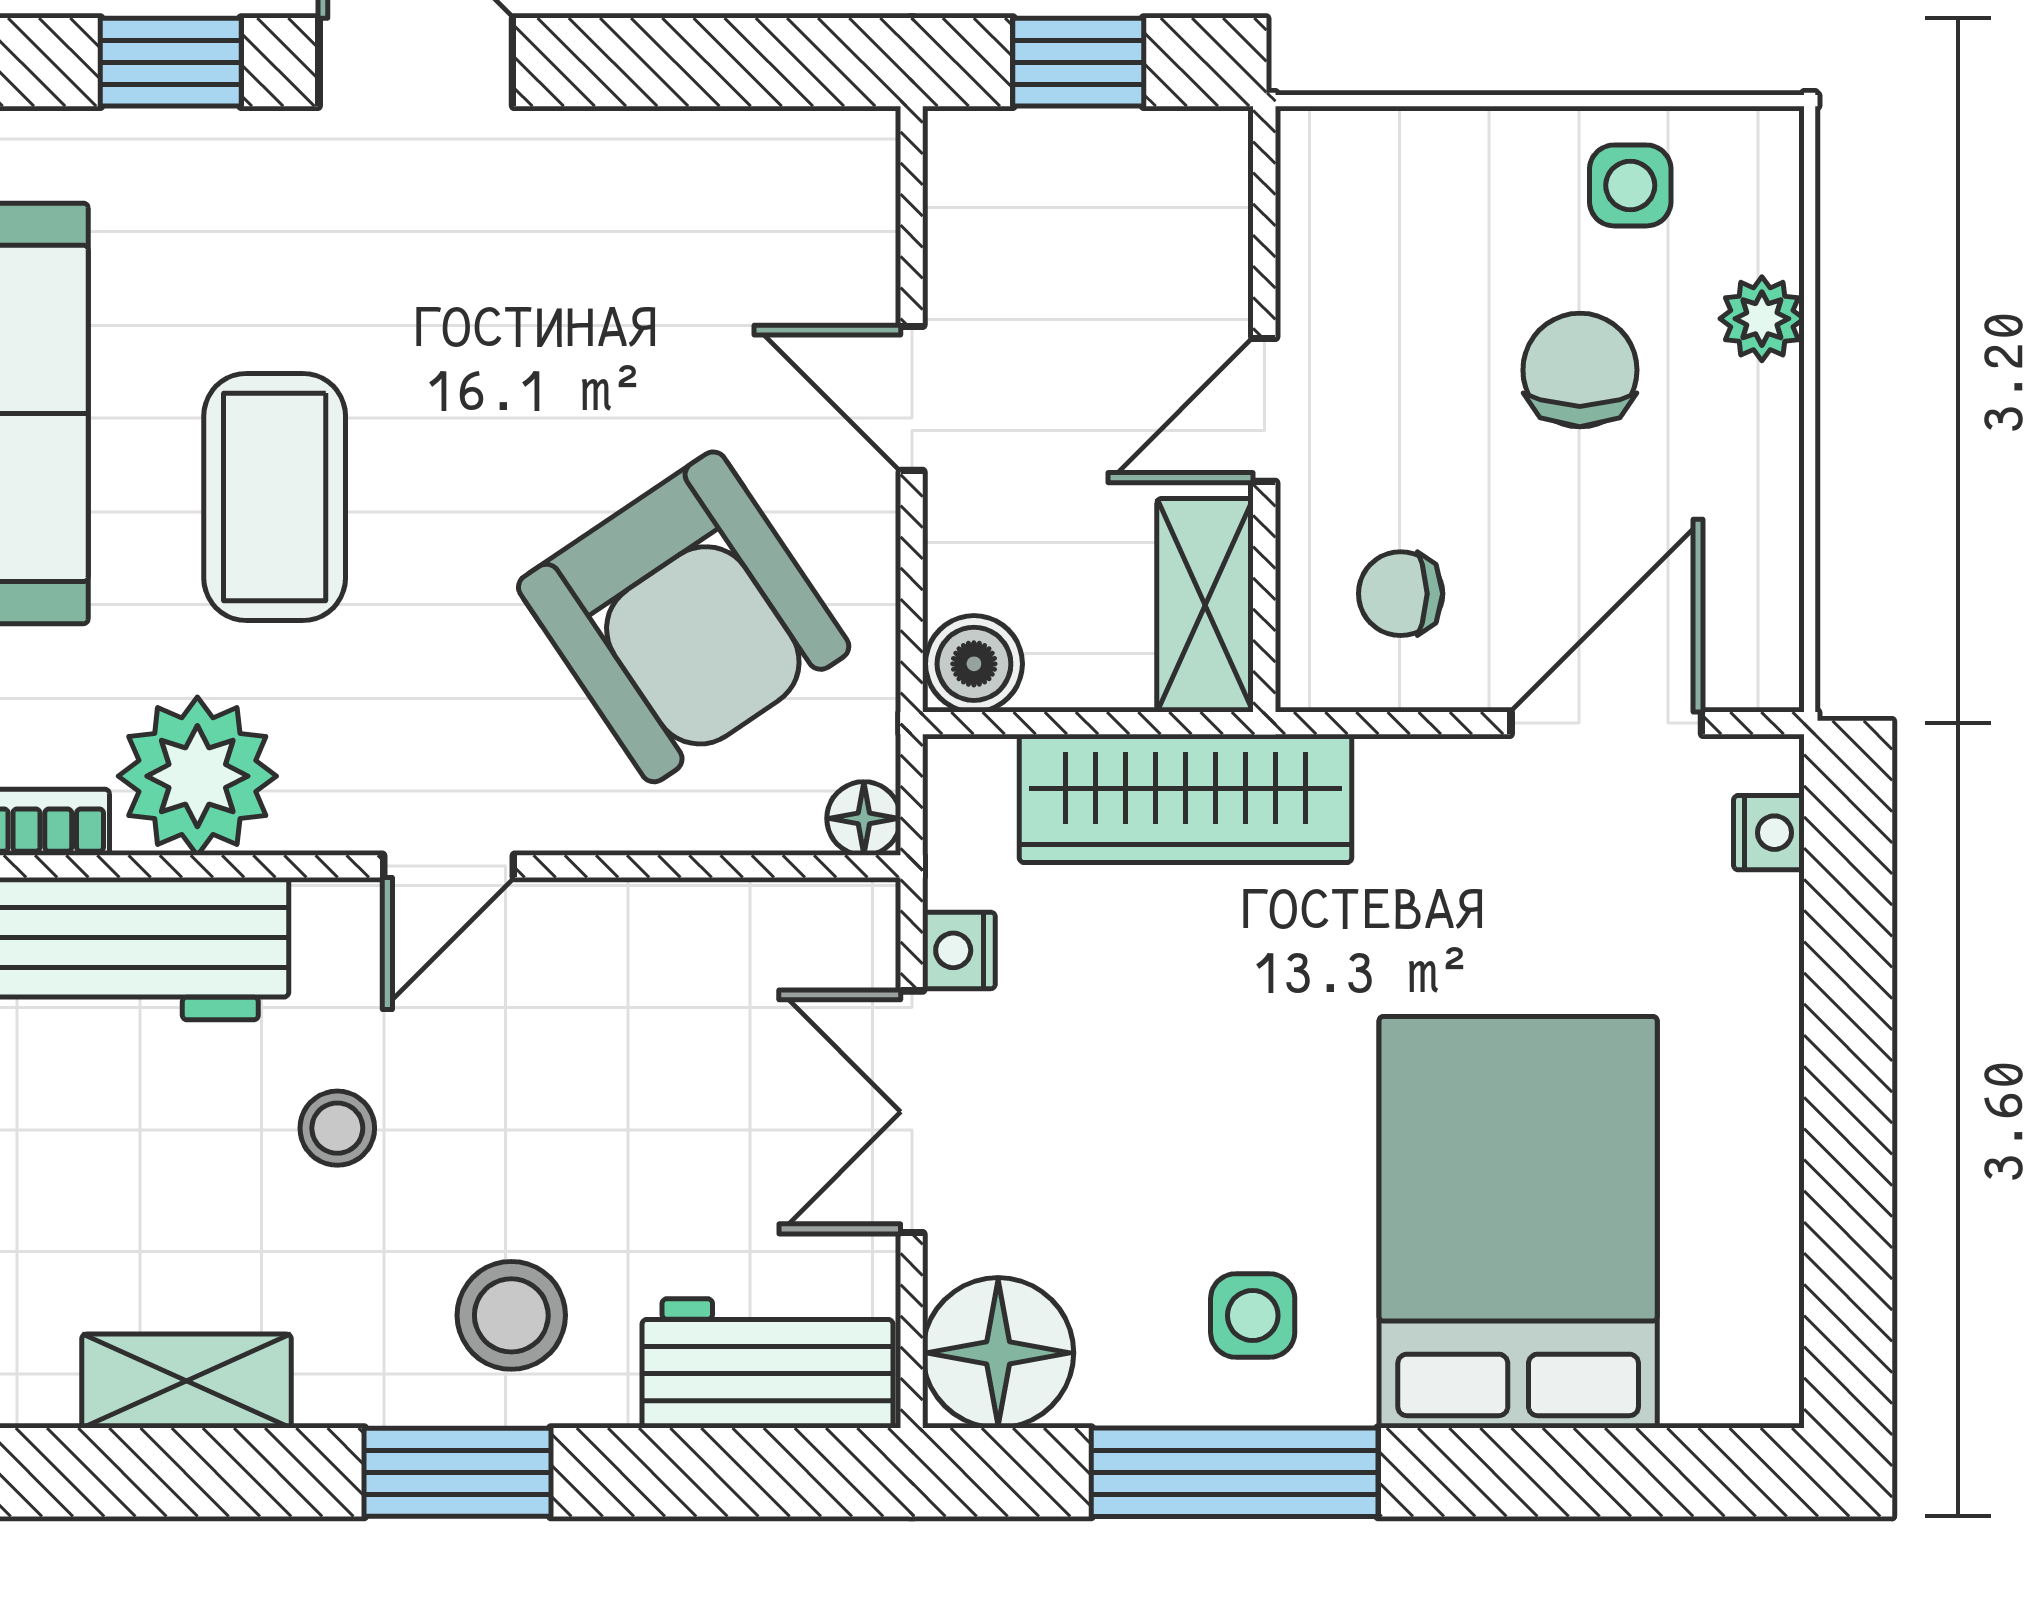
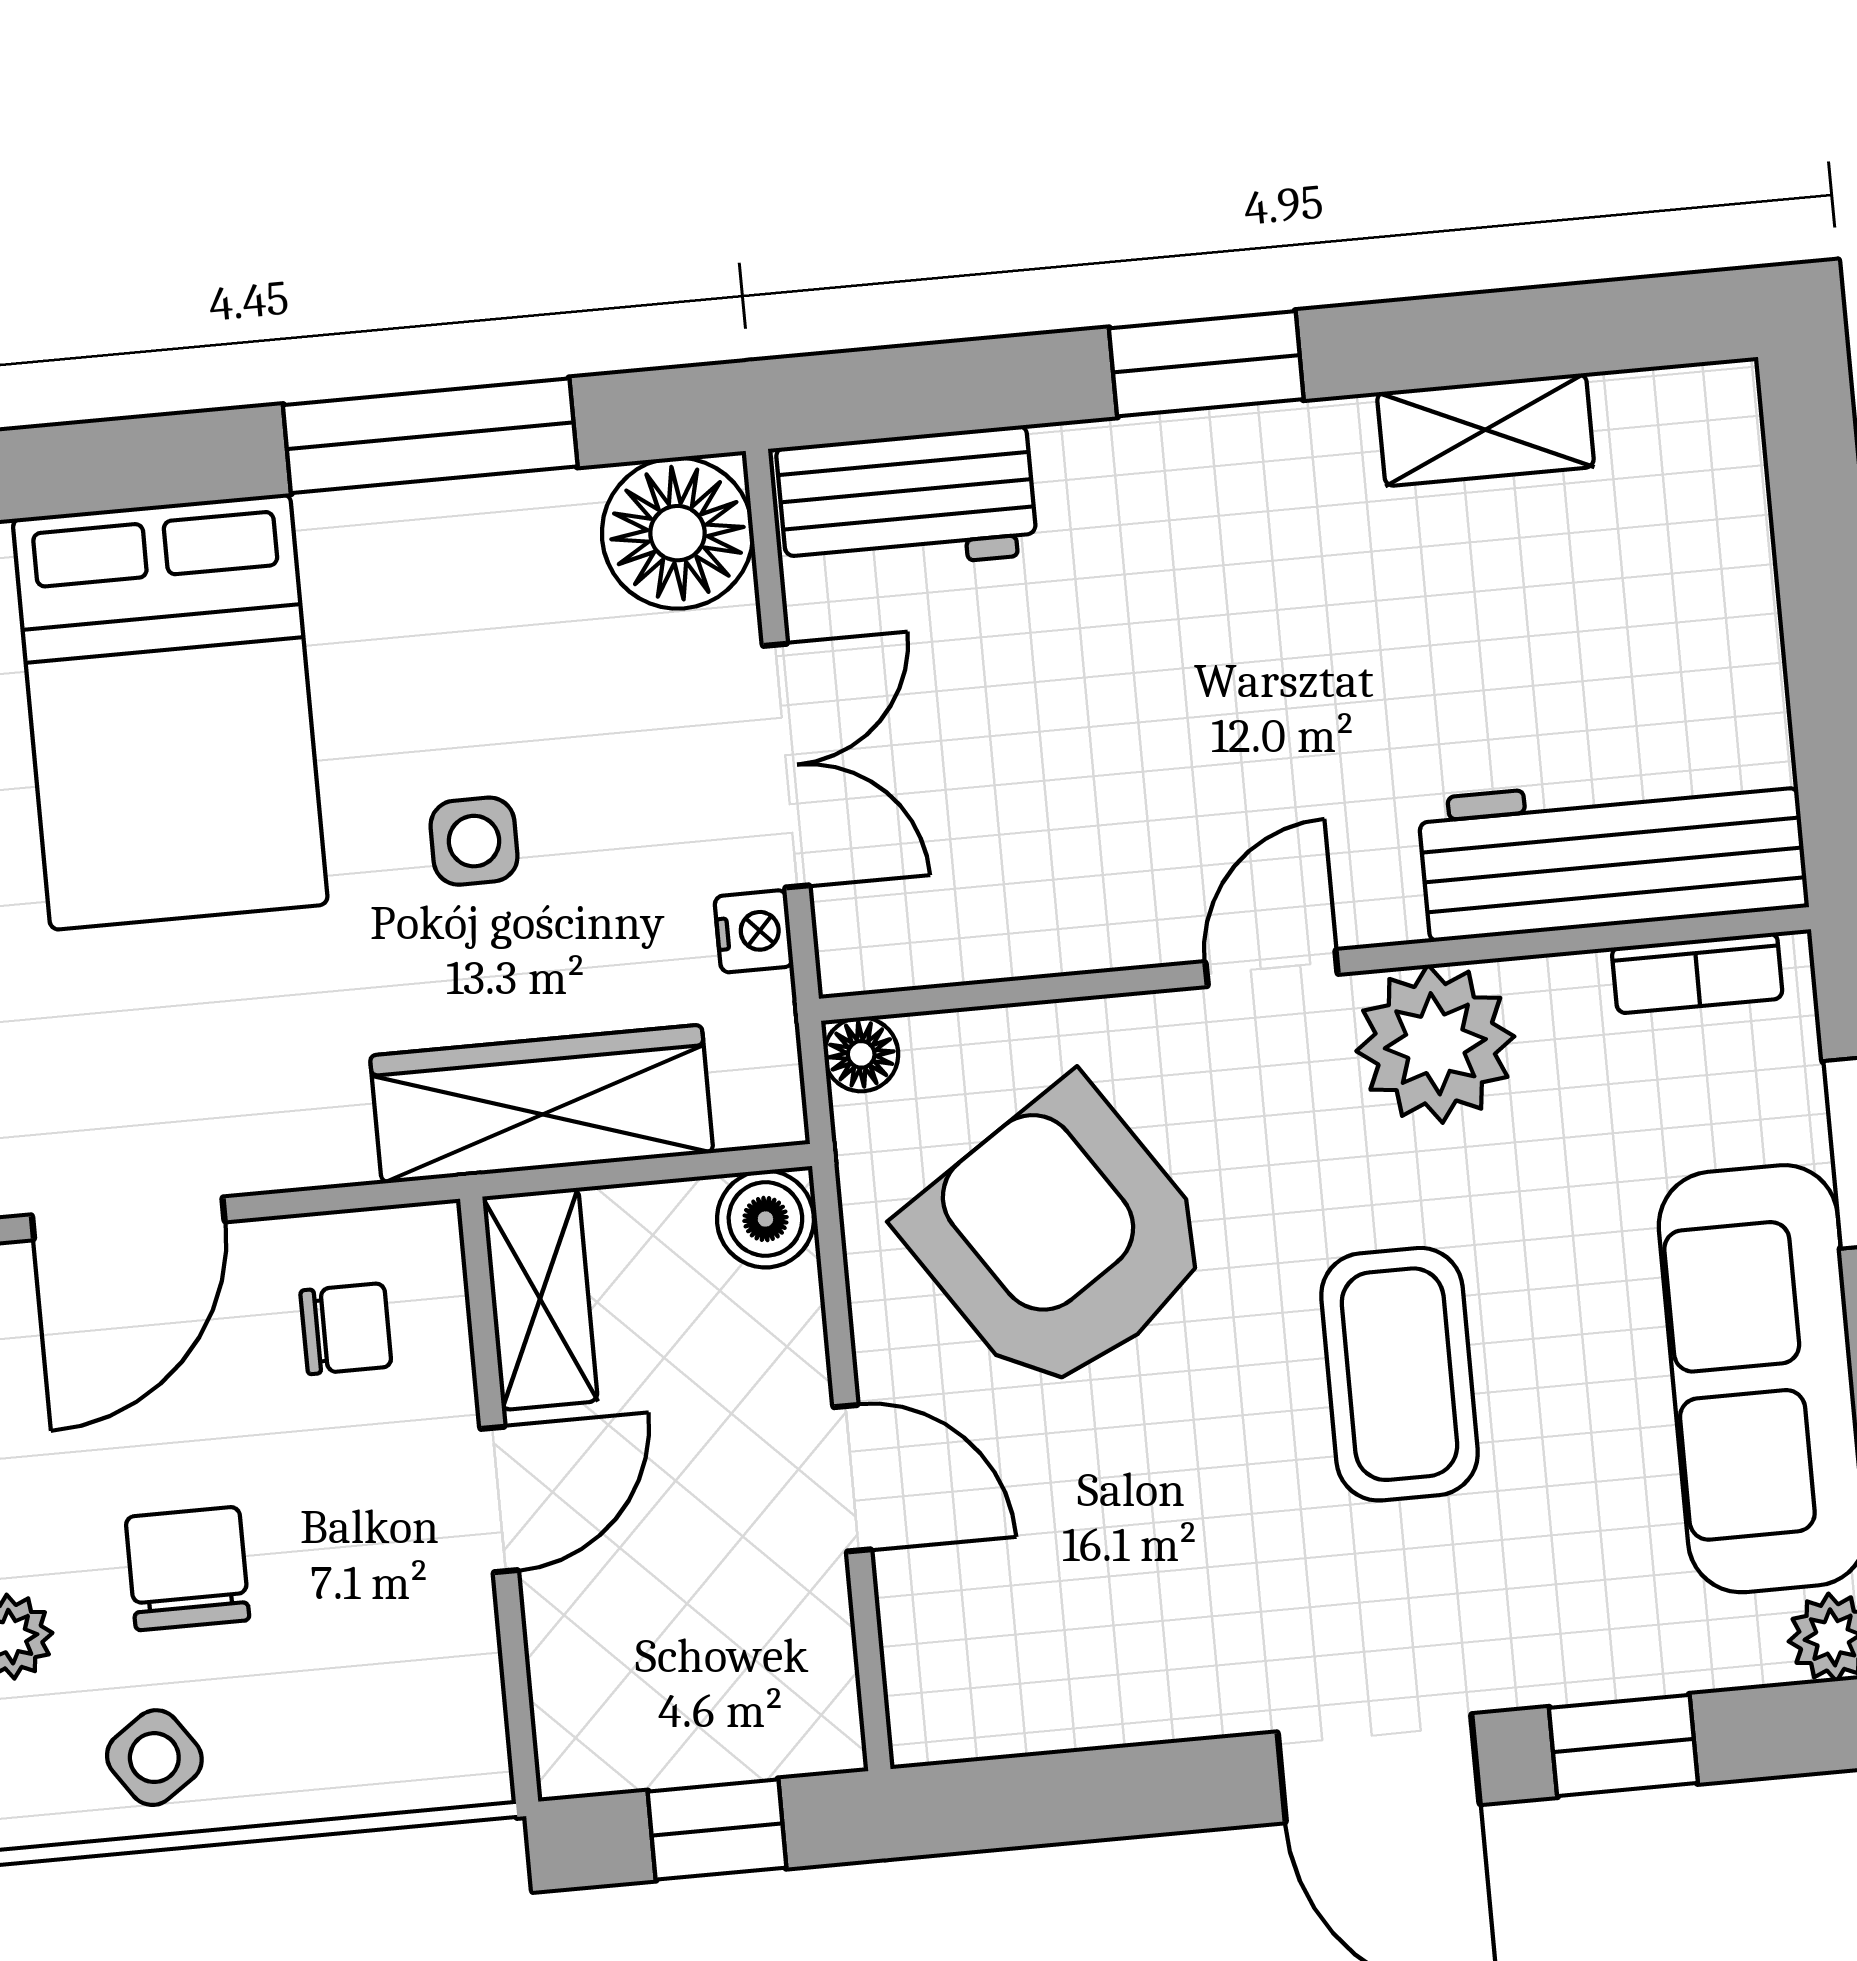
side table: (1630, 185) -> (154, 1758), turned -35
chair: (1580, 370) -> (187, 1569), turned 180
coffee table: (275, 497) -> (1399, 1374), moved
plant: (197, 776) -> (1435, 1044), moved
stool: (337, 1128) -> (1358, 696), removed
stool: (511, 1315) -> (1167, 525), removed
side table: (1253, 1316) -> (474, 841), moved

